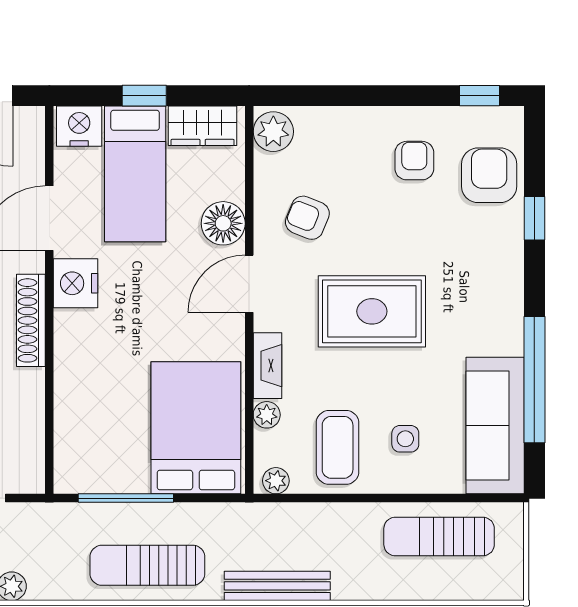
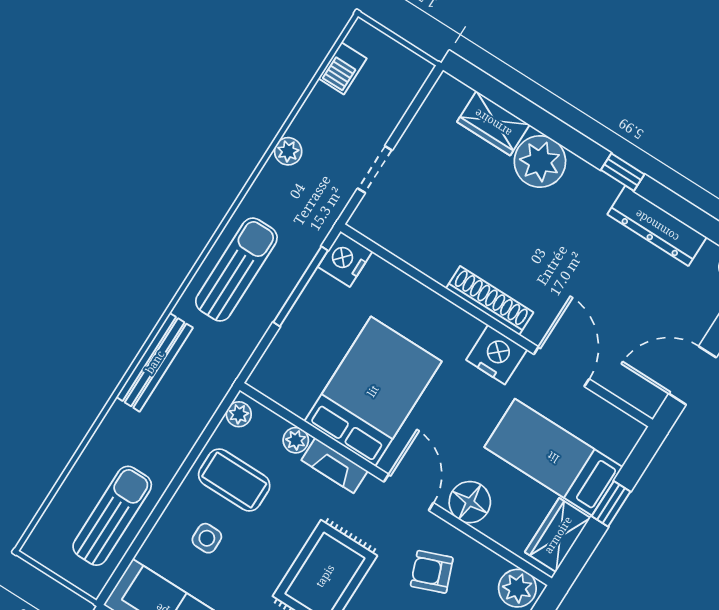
nightstand: (79, 126) -> (345, 259), moved, turned 180
armchair: (307, 218) -> (432, 572), turned -133
bed: (196, 428) -> (373, 391), moved, turned -90

